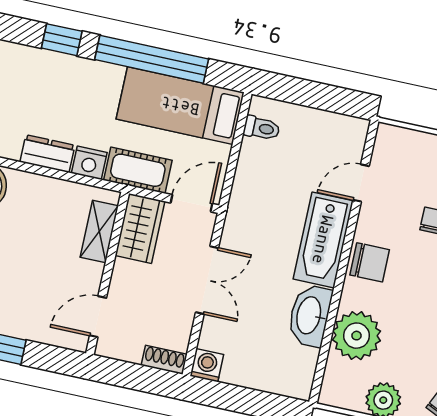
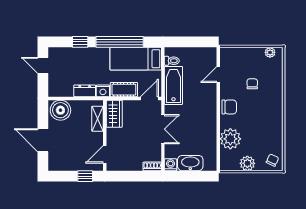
wardrobe: (140, 228) -> (114, 114), moved
shelving: (99, 232) -> (98, 119), moved
bathtub: (323, 240) -> (173, 85), moved, turned 180
wall: (107, 273) -> (105, 135), moved
washbasin: (310, 316) -> (190, 163), moved, turned 90
door: (98, 317) -> (105, 154), moved

